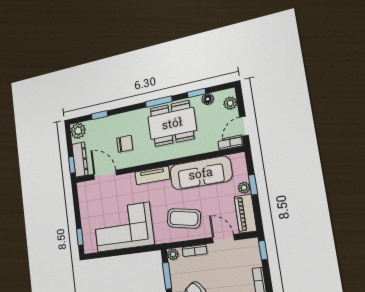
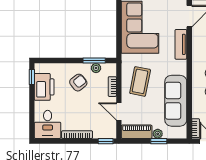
tv unit: (152, 175) -> (181, 44), moved
door: (223, 239) -> (119, 112), swing flipped
plant: (173, 254) -> (96, 68), moved

